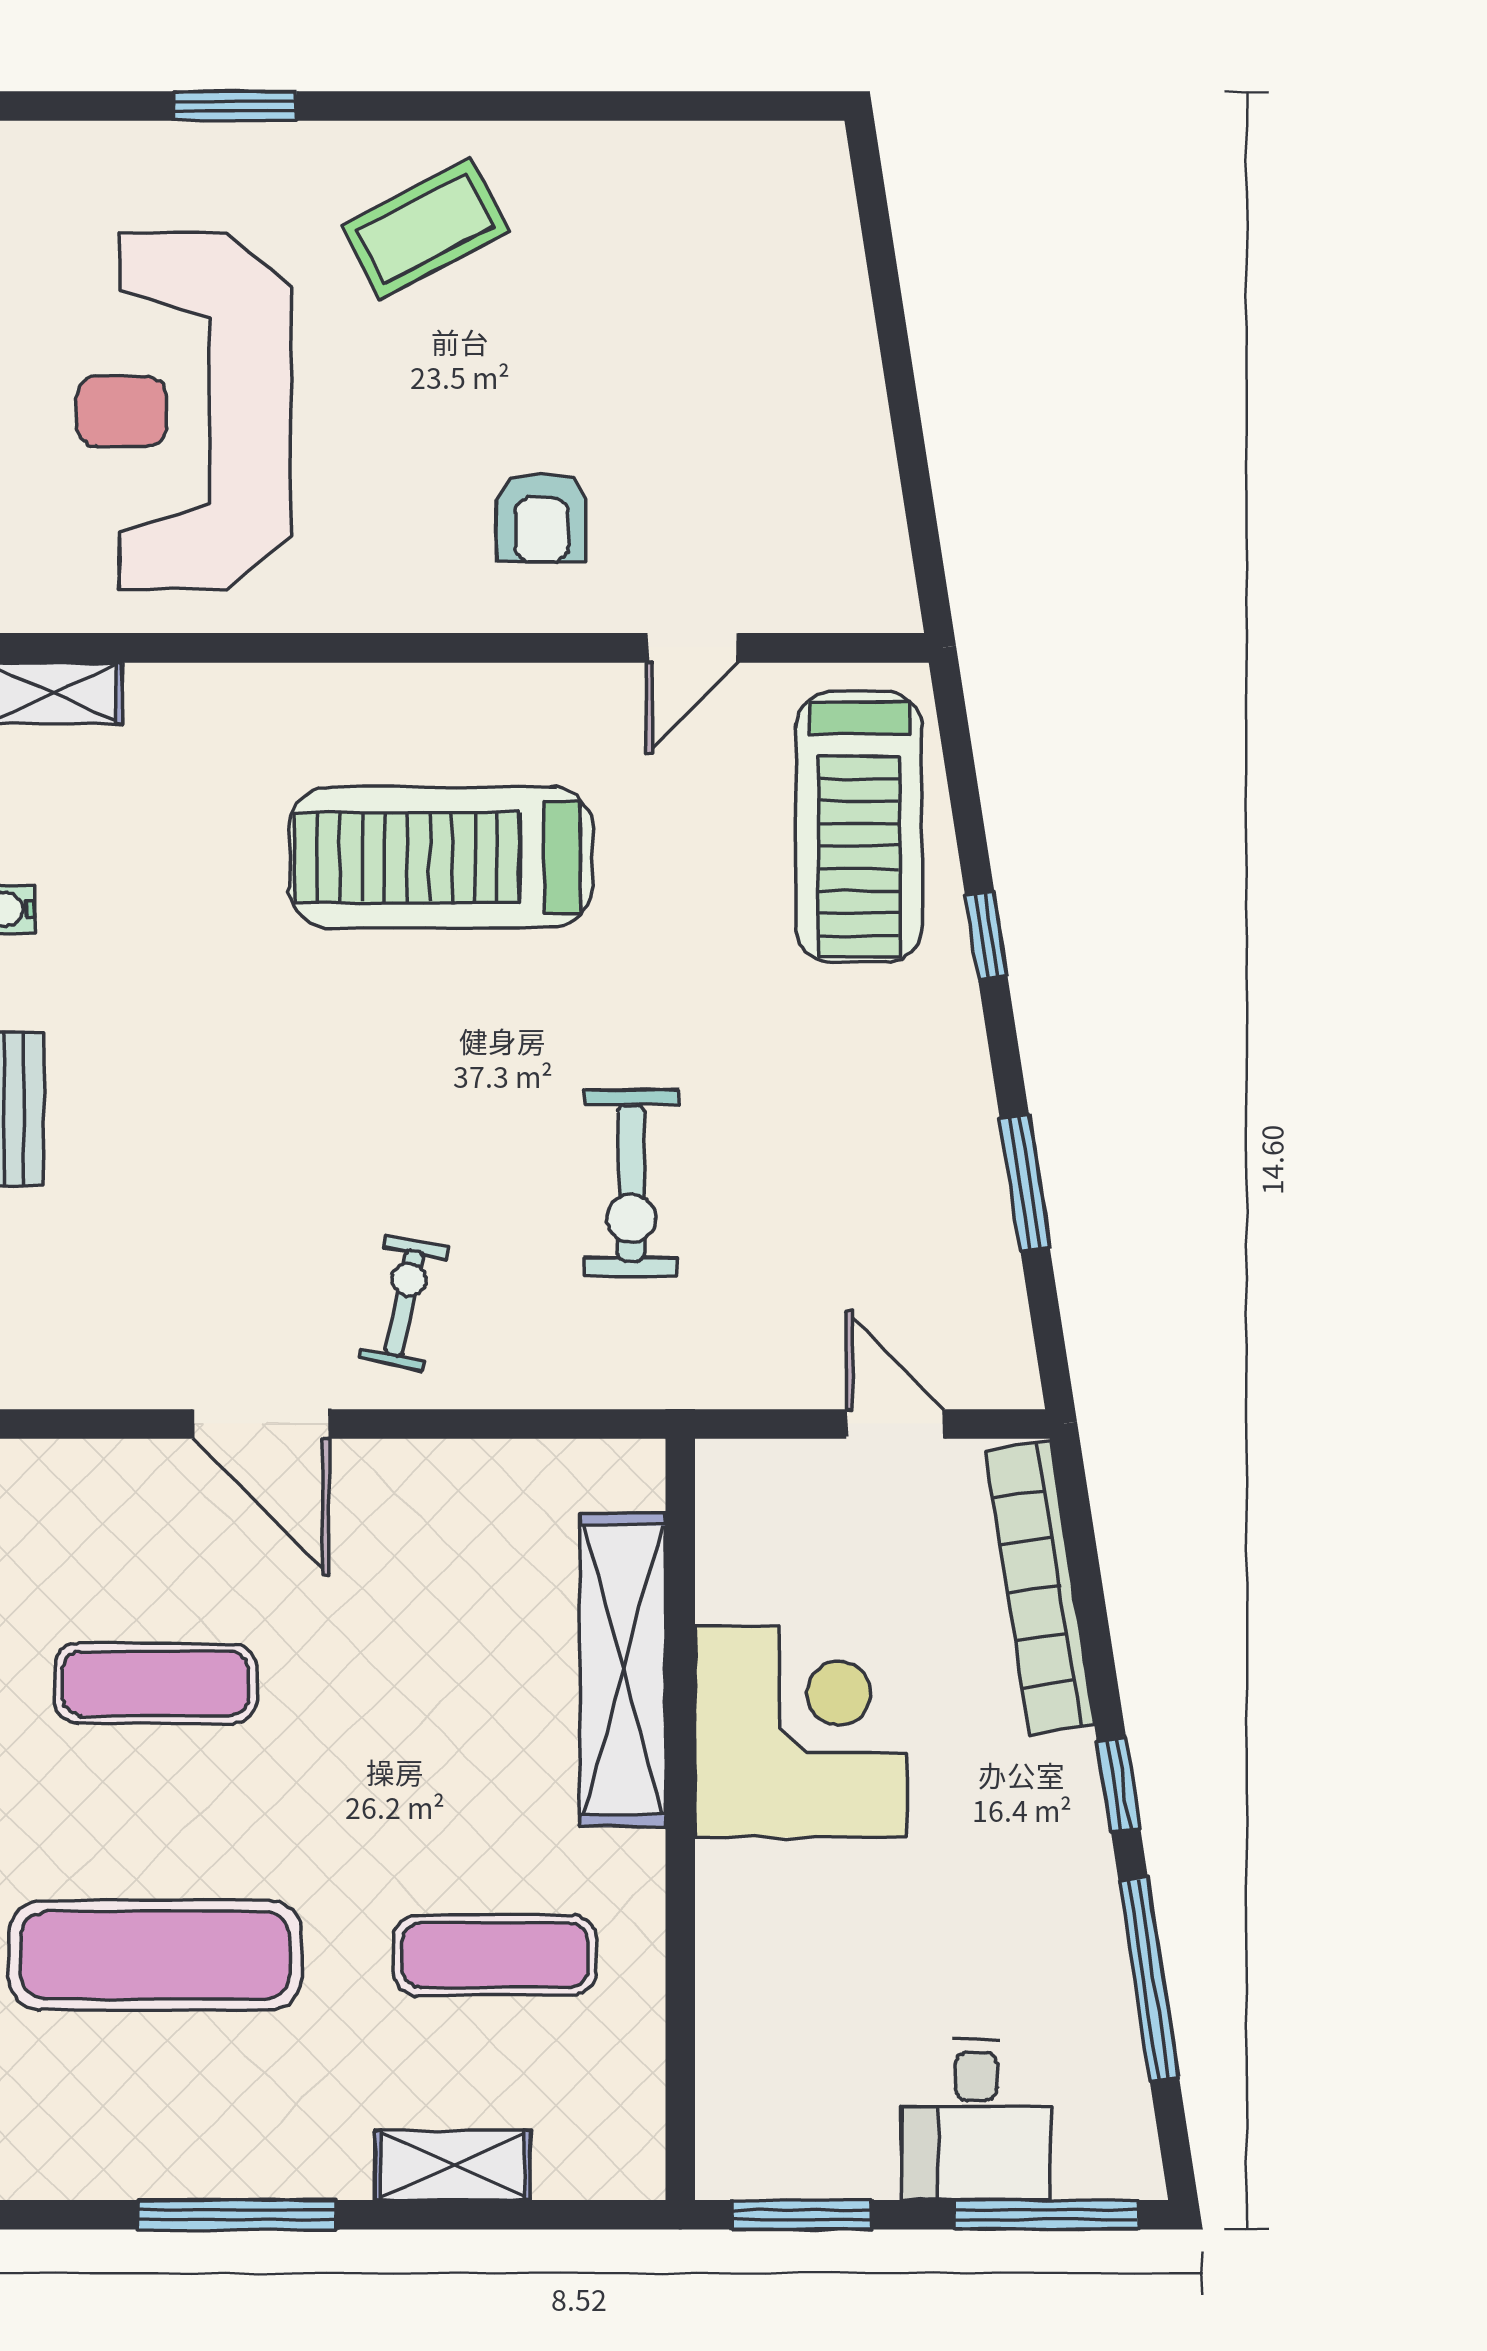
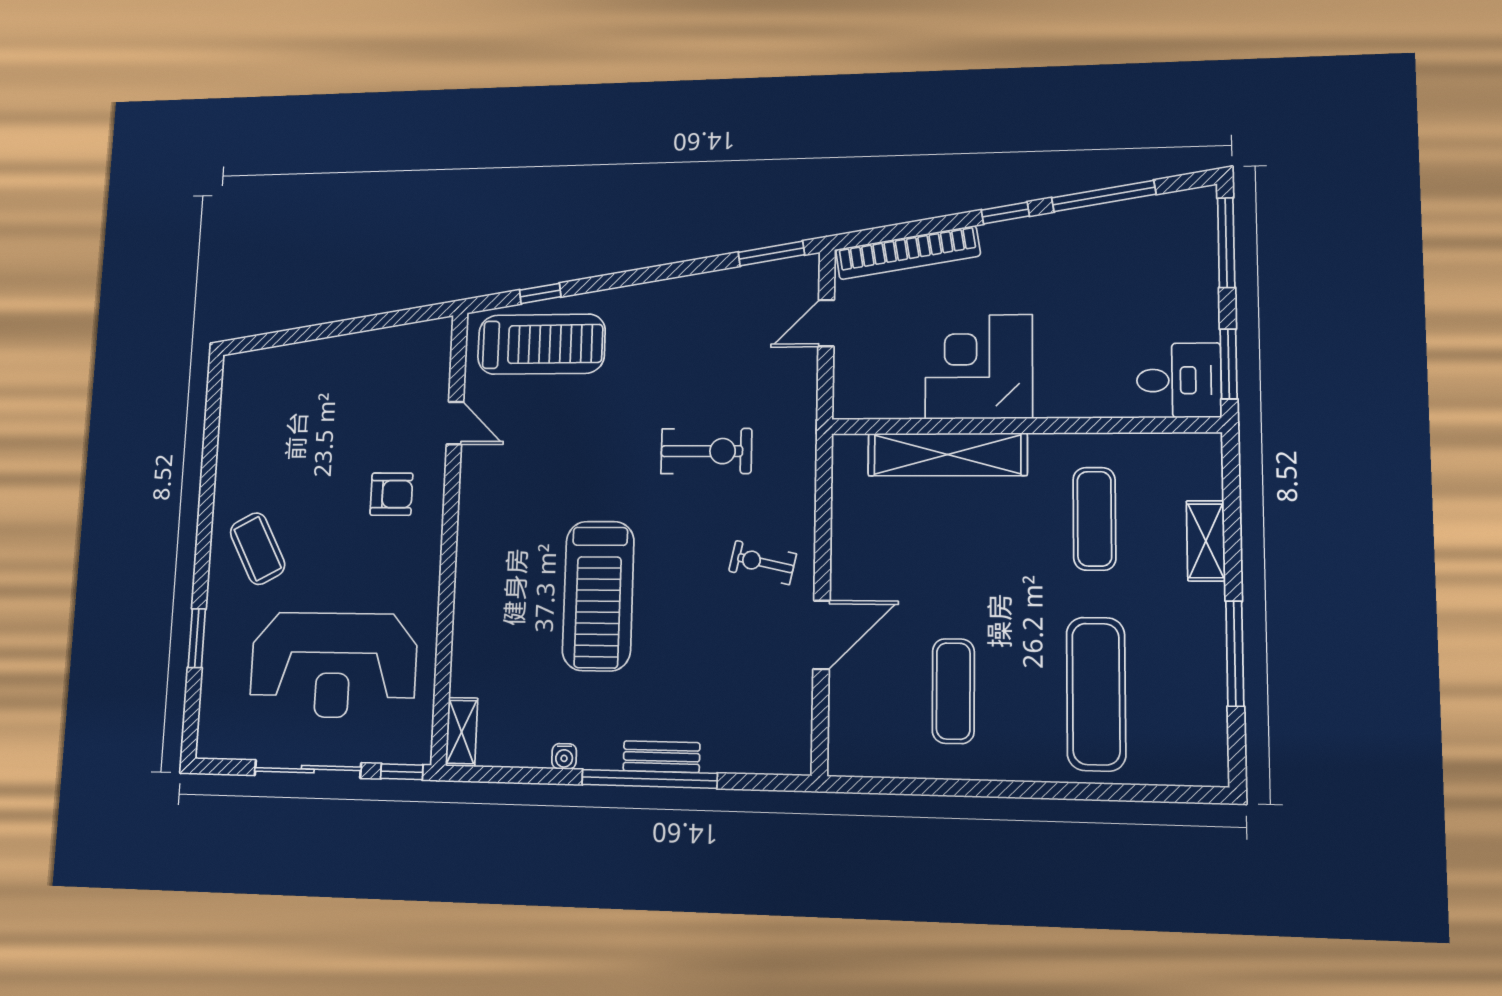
treadmill: (441, 857) -> (598, 596), moved
window: (986, 936) -> (540, 293), moved
window: (1025, 1183) -> (771, 253), moved
desk: (976, 2120) -> (1179, 380), moved

